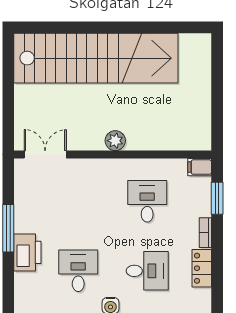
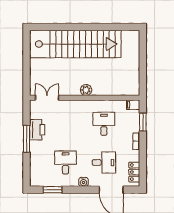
printer: (27, 252) -> (37, 130), moved
locker: (202, 268) -> (134, 172), moved

